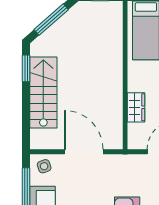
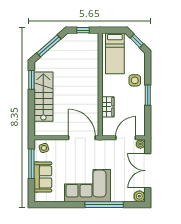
door: (84, 152) -> (82, 138), moved

